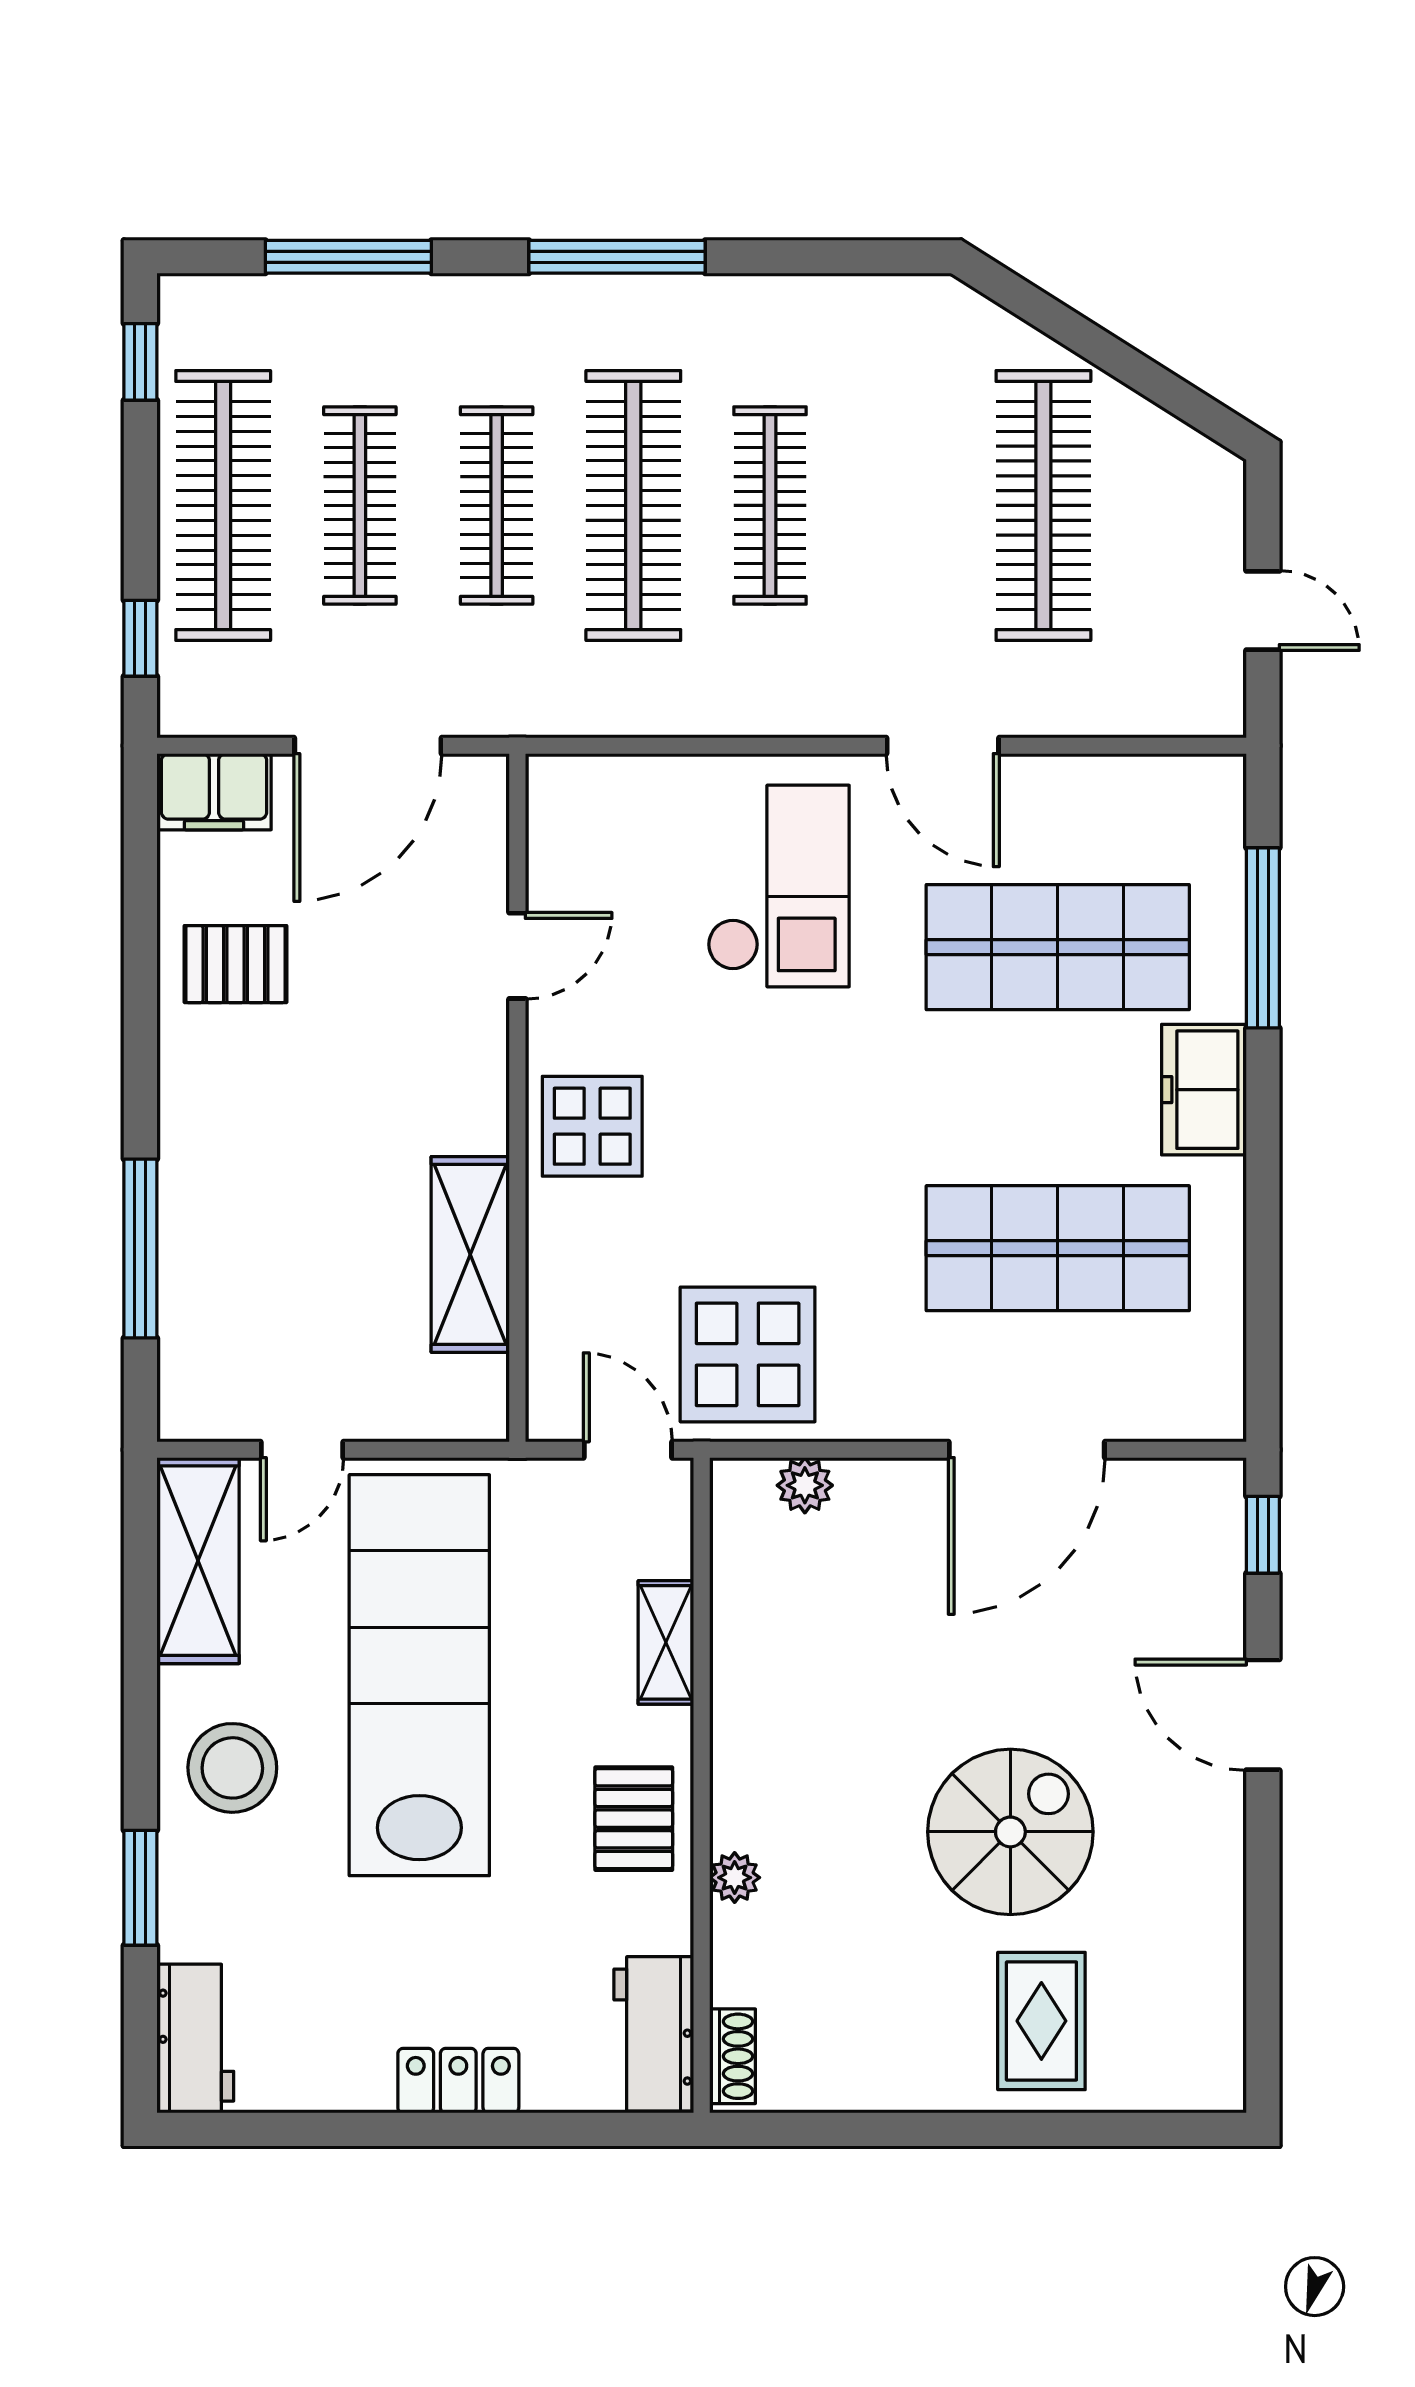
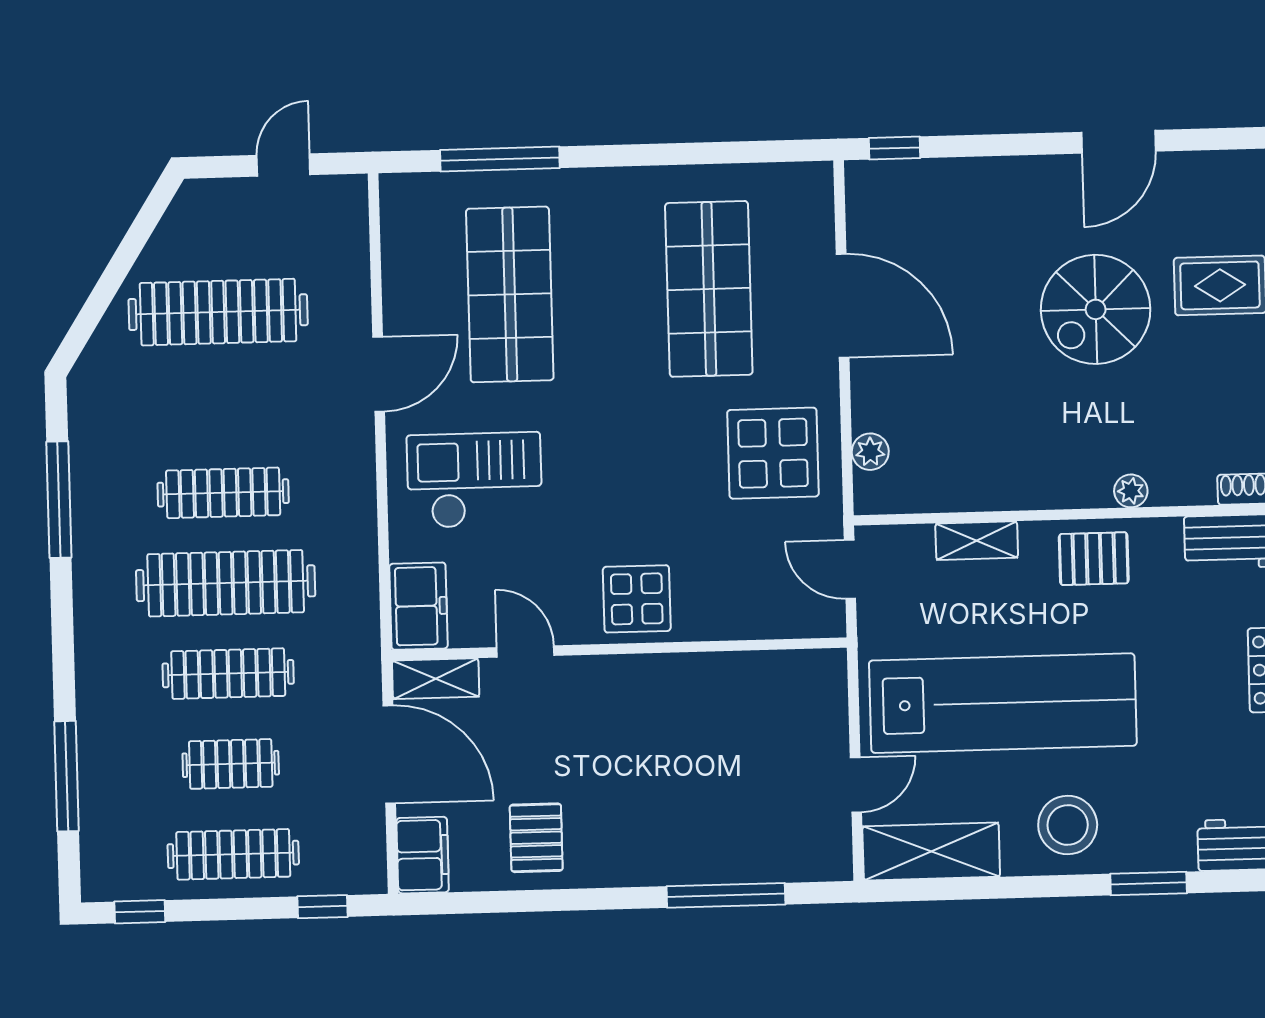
window: (617, 257) -> (59, 500), moved
clothes rail: (223, 505) -> (233, 854), width x0.73, depth x0.76
clothes rail: (360, 505) -> (231, 764), width x0.73
freezer: (1204, 1090) -> (418, 606), moved, turned -90
shelving: (470, 1254) -> (436, 679), moved, width x0.67, depth x0.75
display table: (748, 1354) -> (773, 453), moved
door: (302, 1450) -> (856, 785), hinge flipped
door: (628, 1450) -> (850, 569), hinge flipped
lab bench: (419, 1675) -> (1003, 703), turned 180
door: (1263, 1715) -> (1118, 142), moved
spiral stairs: (1010, 1832) -> (1096, 309), turned -90

